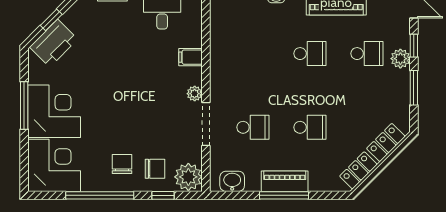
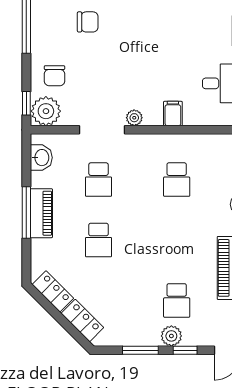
school desk: (310, 54) -> (177, 180), moved
chair: (122, 164) -> (88, 22), moved
window: (163, 195) -> (26, 103), moved

